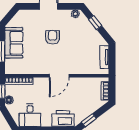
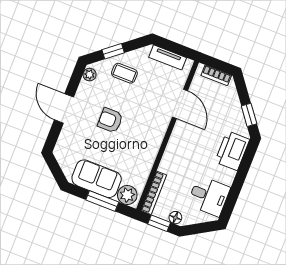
coffee table: (85, 35) -> (124, 73), added
plant: (11, 65) -> (127, 195), added
door: (59, 76) -> (180, 104), moved

